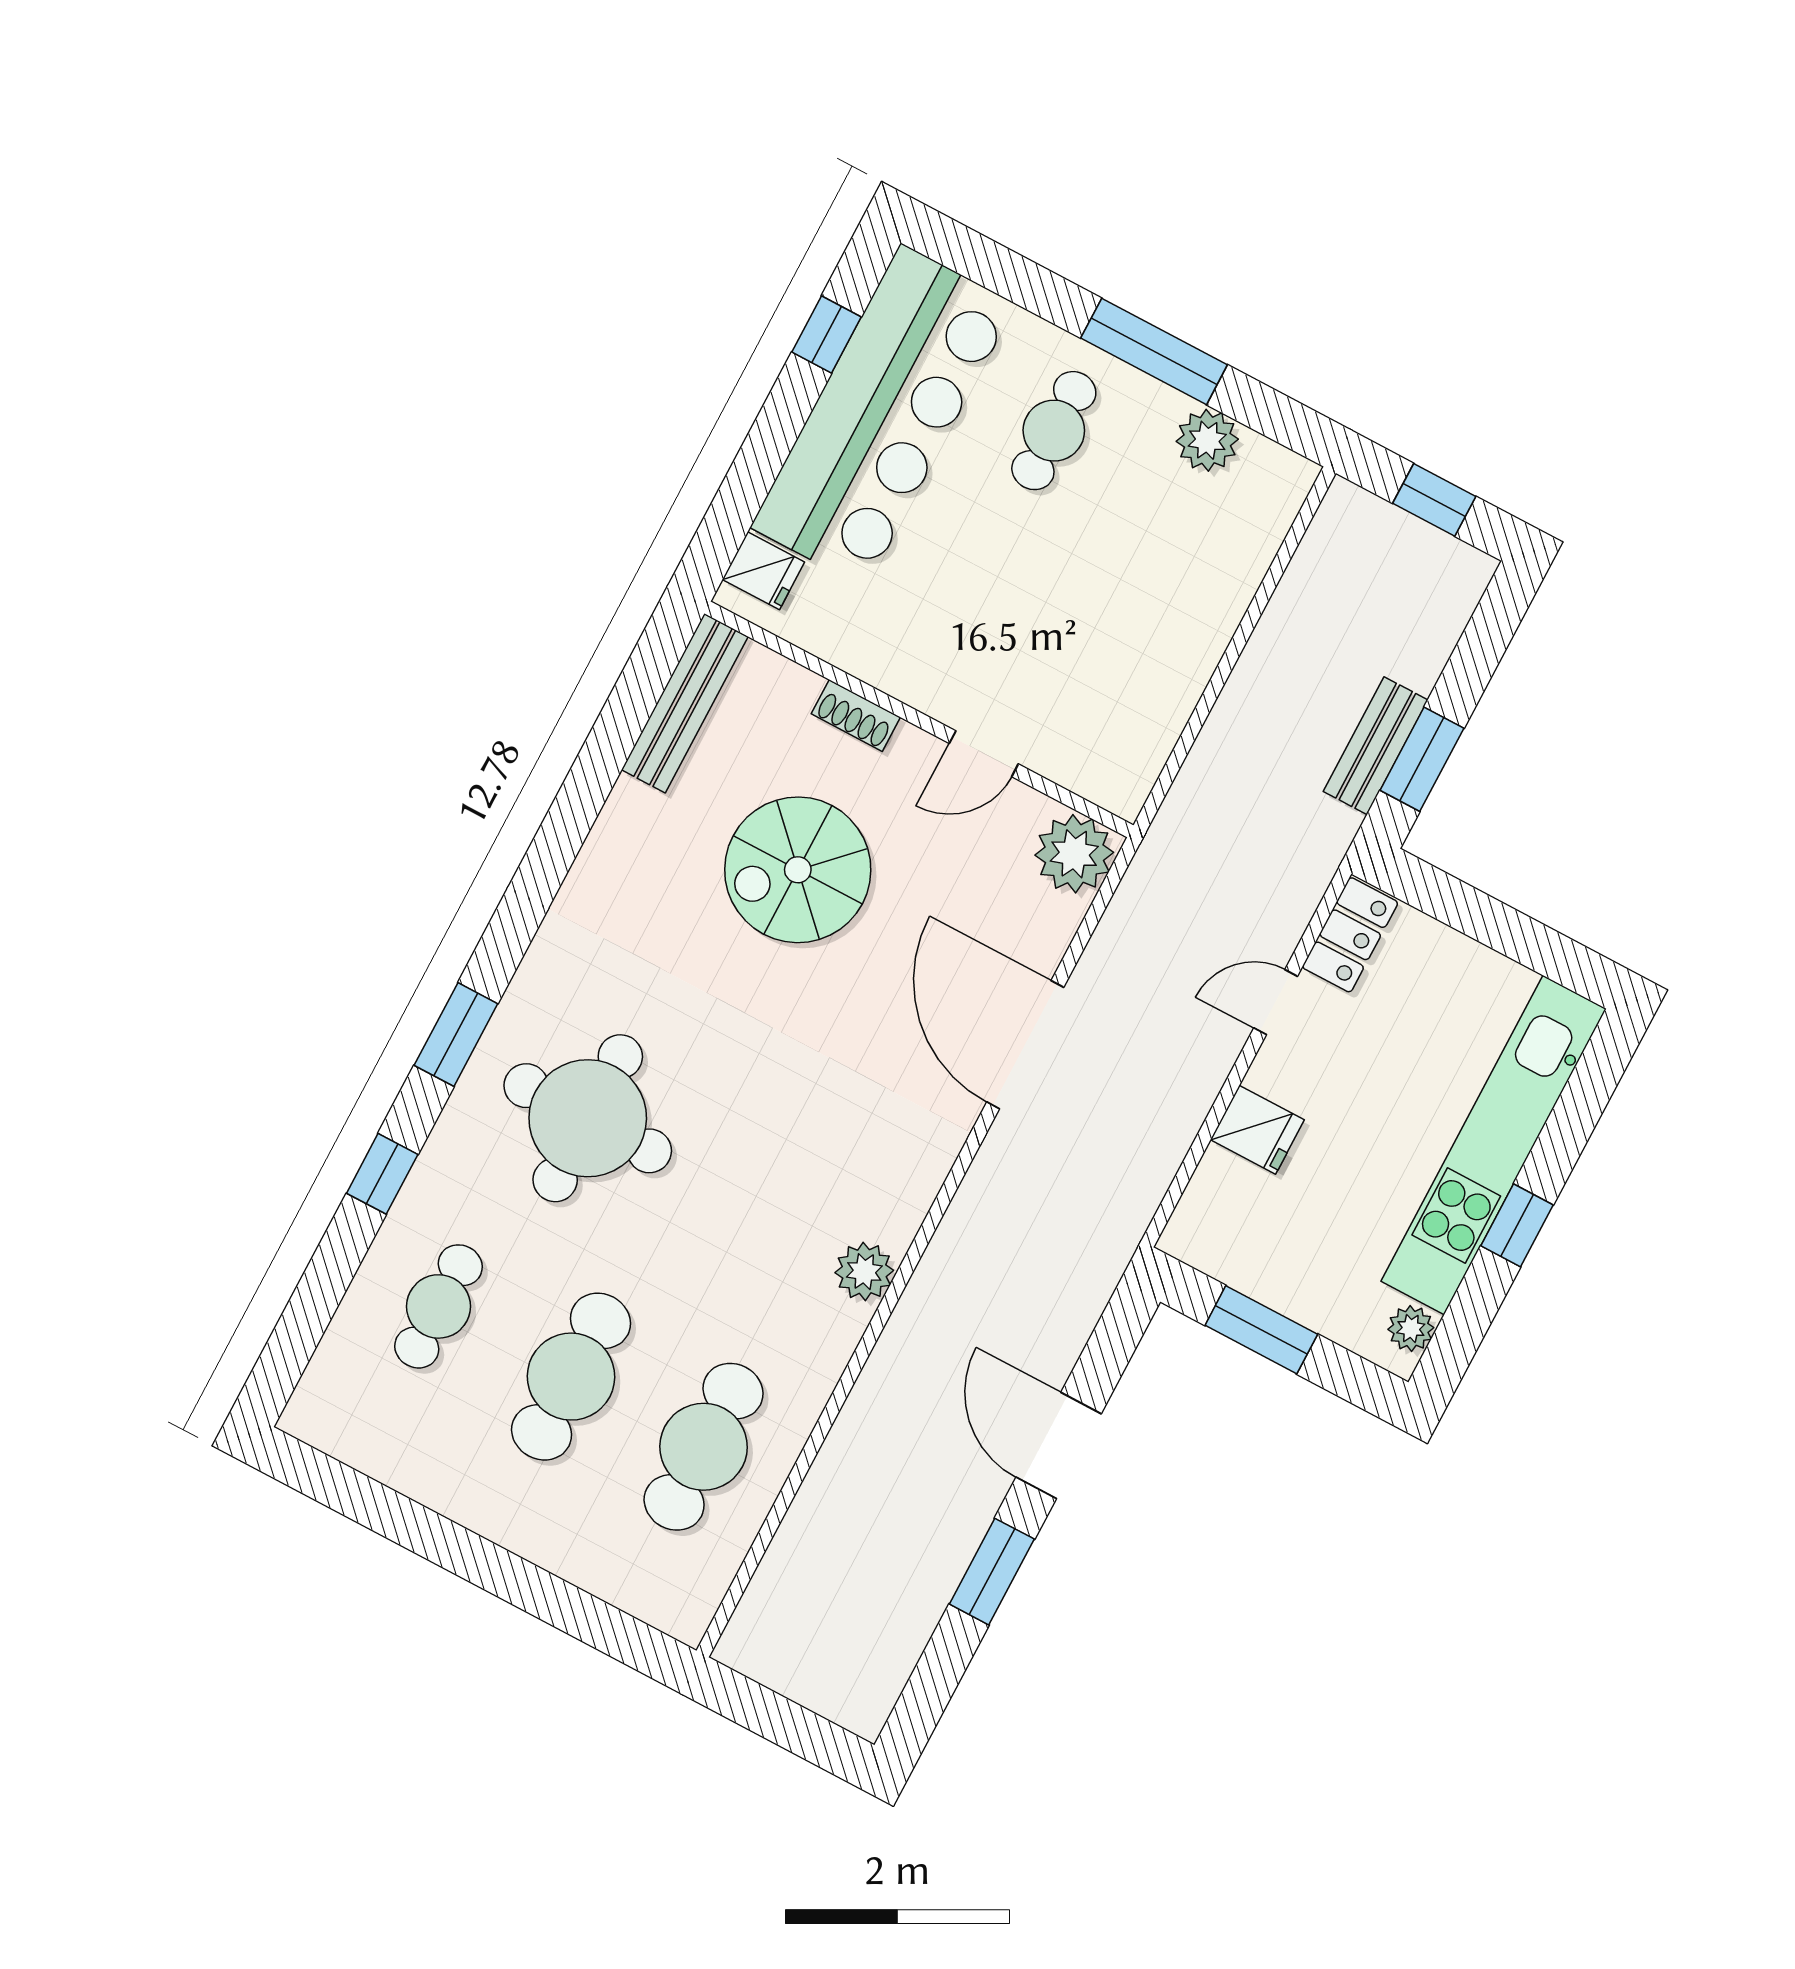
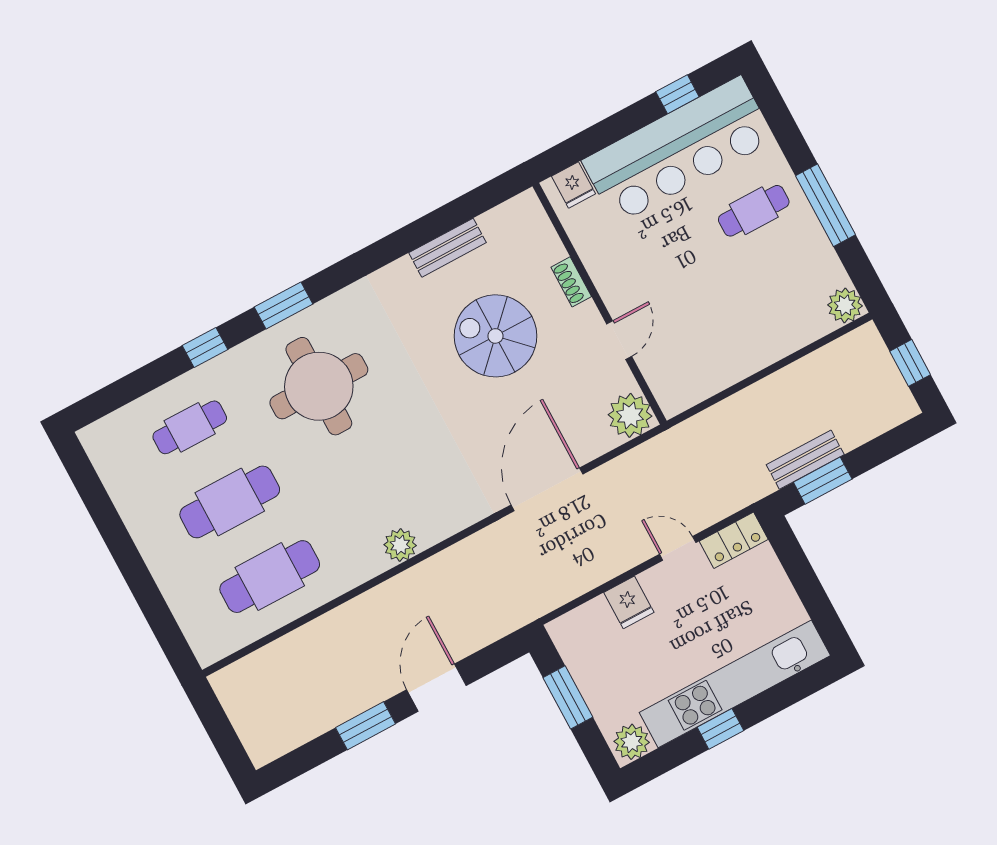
plant: (1207, 440) -> (845, 305), moved
bench: (685, 703) -> (448, 248), moved, width x0.73
door: (984, 754) -> (619, 340), swing flipped
plant: (1411, 1329) -> (632, 742), width x1.38, depth x1.38

